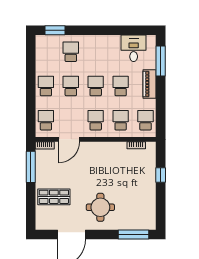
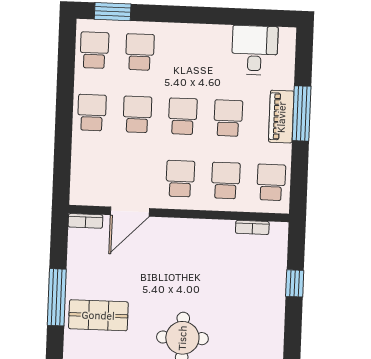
window: (161, 61) -> (302, 113), moved
school desk: (46, 120) -> (94, 50), moved
window: (31, 167) -> (57, 297), moved

